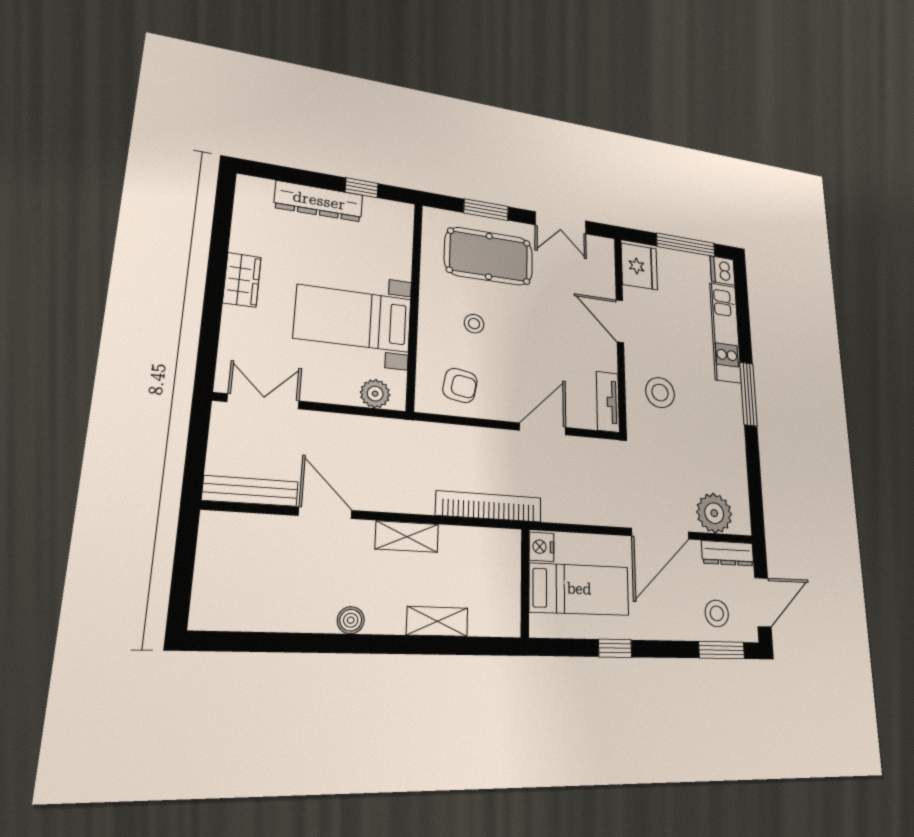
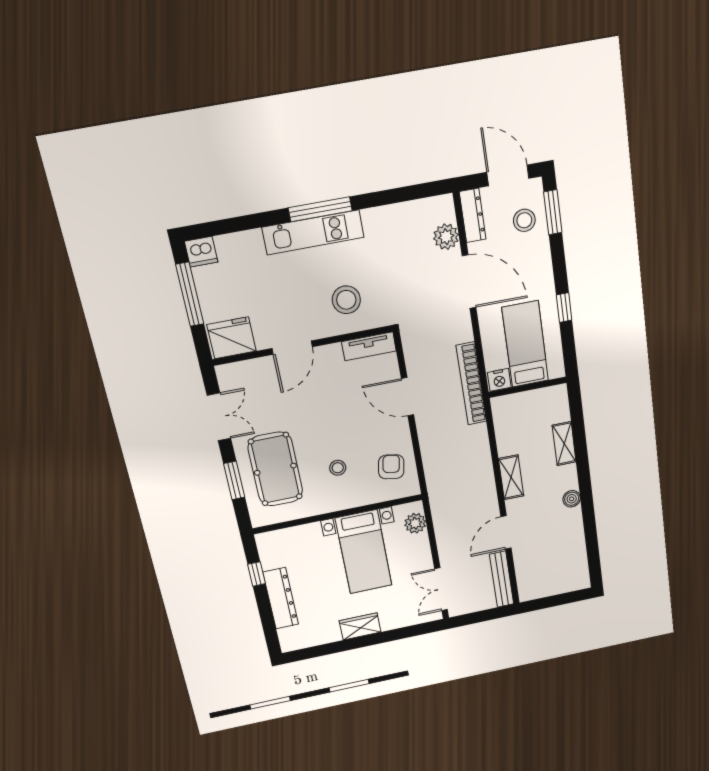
kitchen unit: (725, 333) -> (313, 232), moved
bookcase: (489, 506) -> (471, 384), moved
plant: (714, 513) -> (446, 237), width x0.73, depth x0.73

